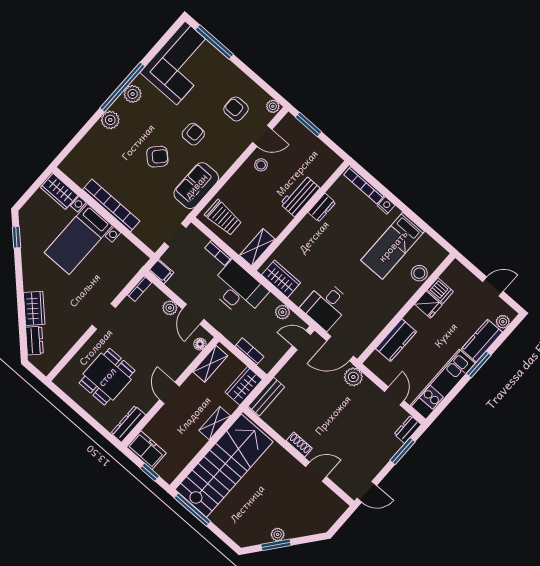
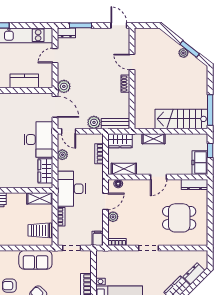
trolley: (223, 218) -> (40, 230), turned -90
desk: (326, 305) -> (38, 140), width x1.37
plant: (287, 375) -> (94, 122), added
stairs: (224, 466) -> (181, 119), width x0.73, depth x0.66

